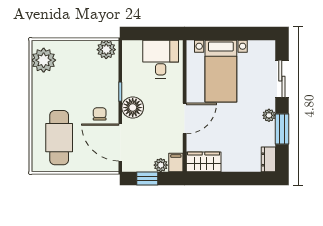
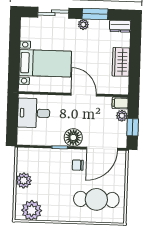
plant: (106, 50) -> (24, 180), moved
wardrobe: (204, 162) -> (121, 62), moved

